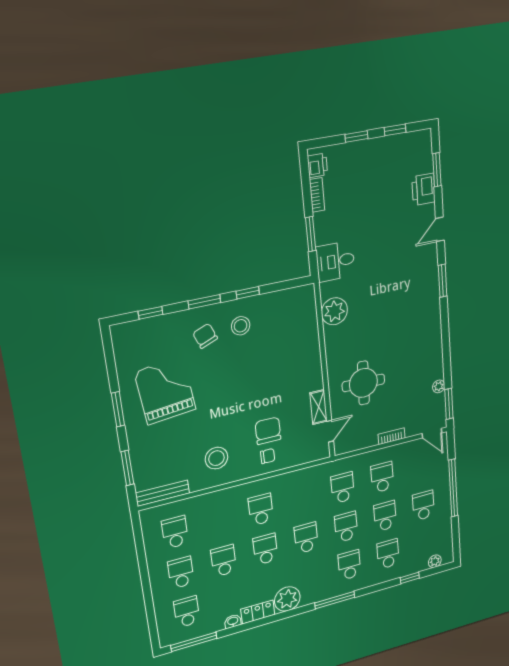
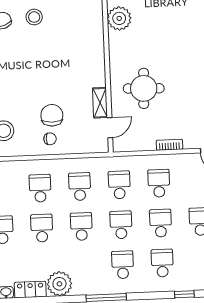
school desk: (302, 498) -> (80, 187), added

